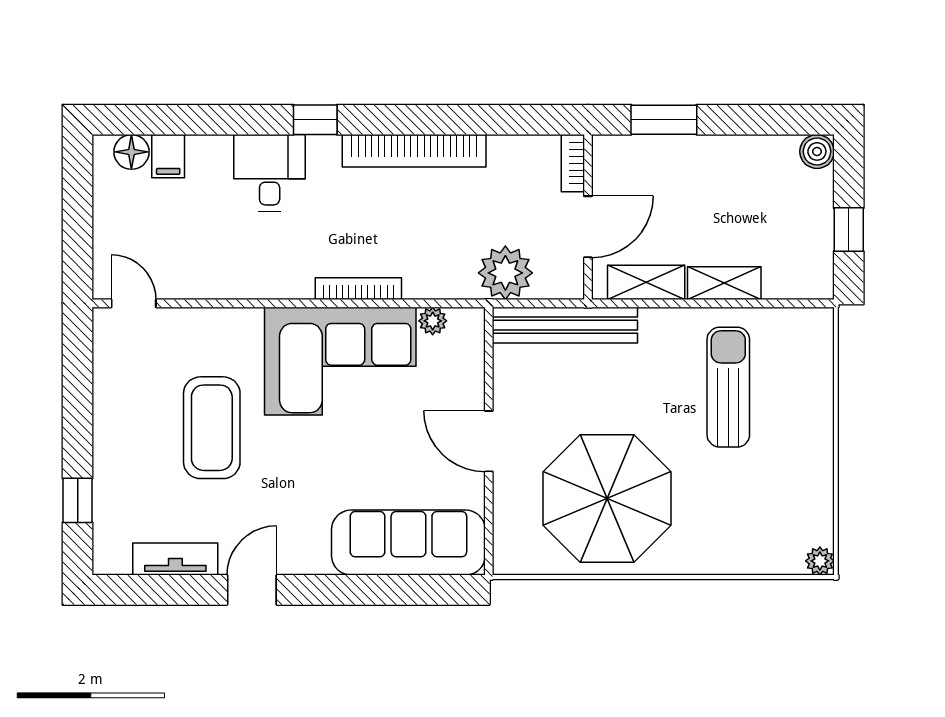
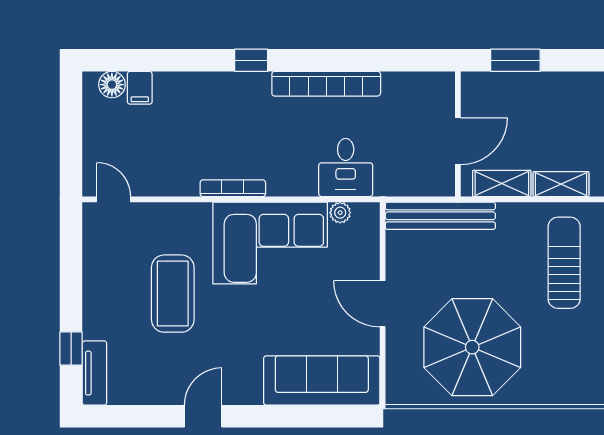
bookcase: (573, 163) -> (446, 93), removed
desk: (270, 173) -> (346, 167), moved, turned 180
plant: (505, 273) -> (395, 176), removed
bookcase: (358, 289) -> (233, 188), moved
tv unit: (175, 559) -> (94, 373), moved, turned 90

